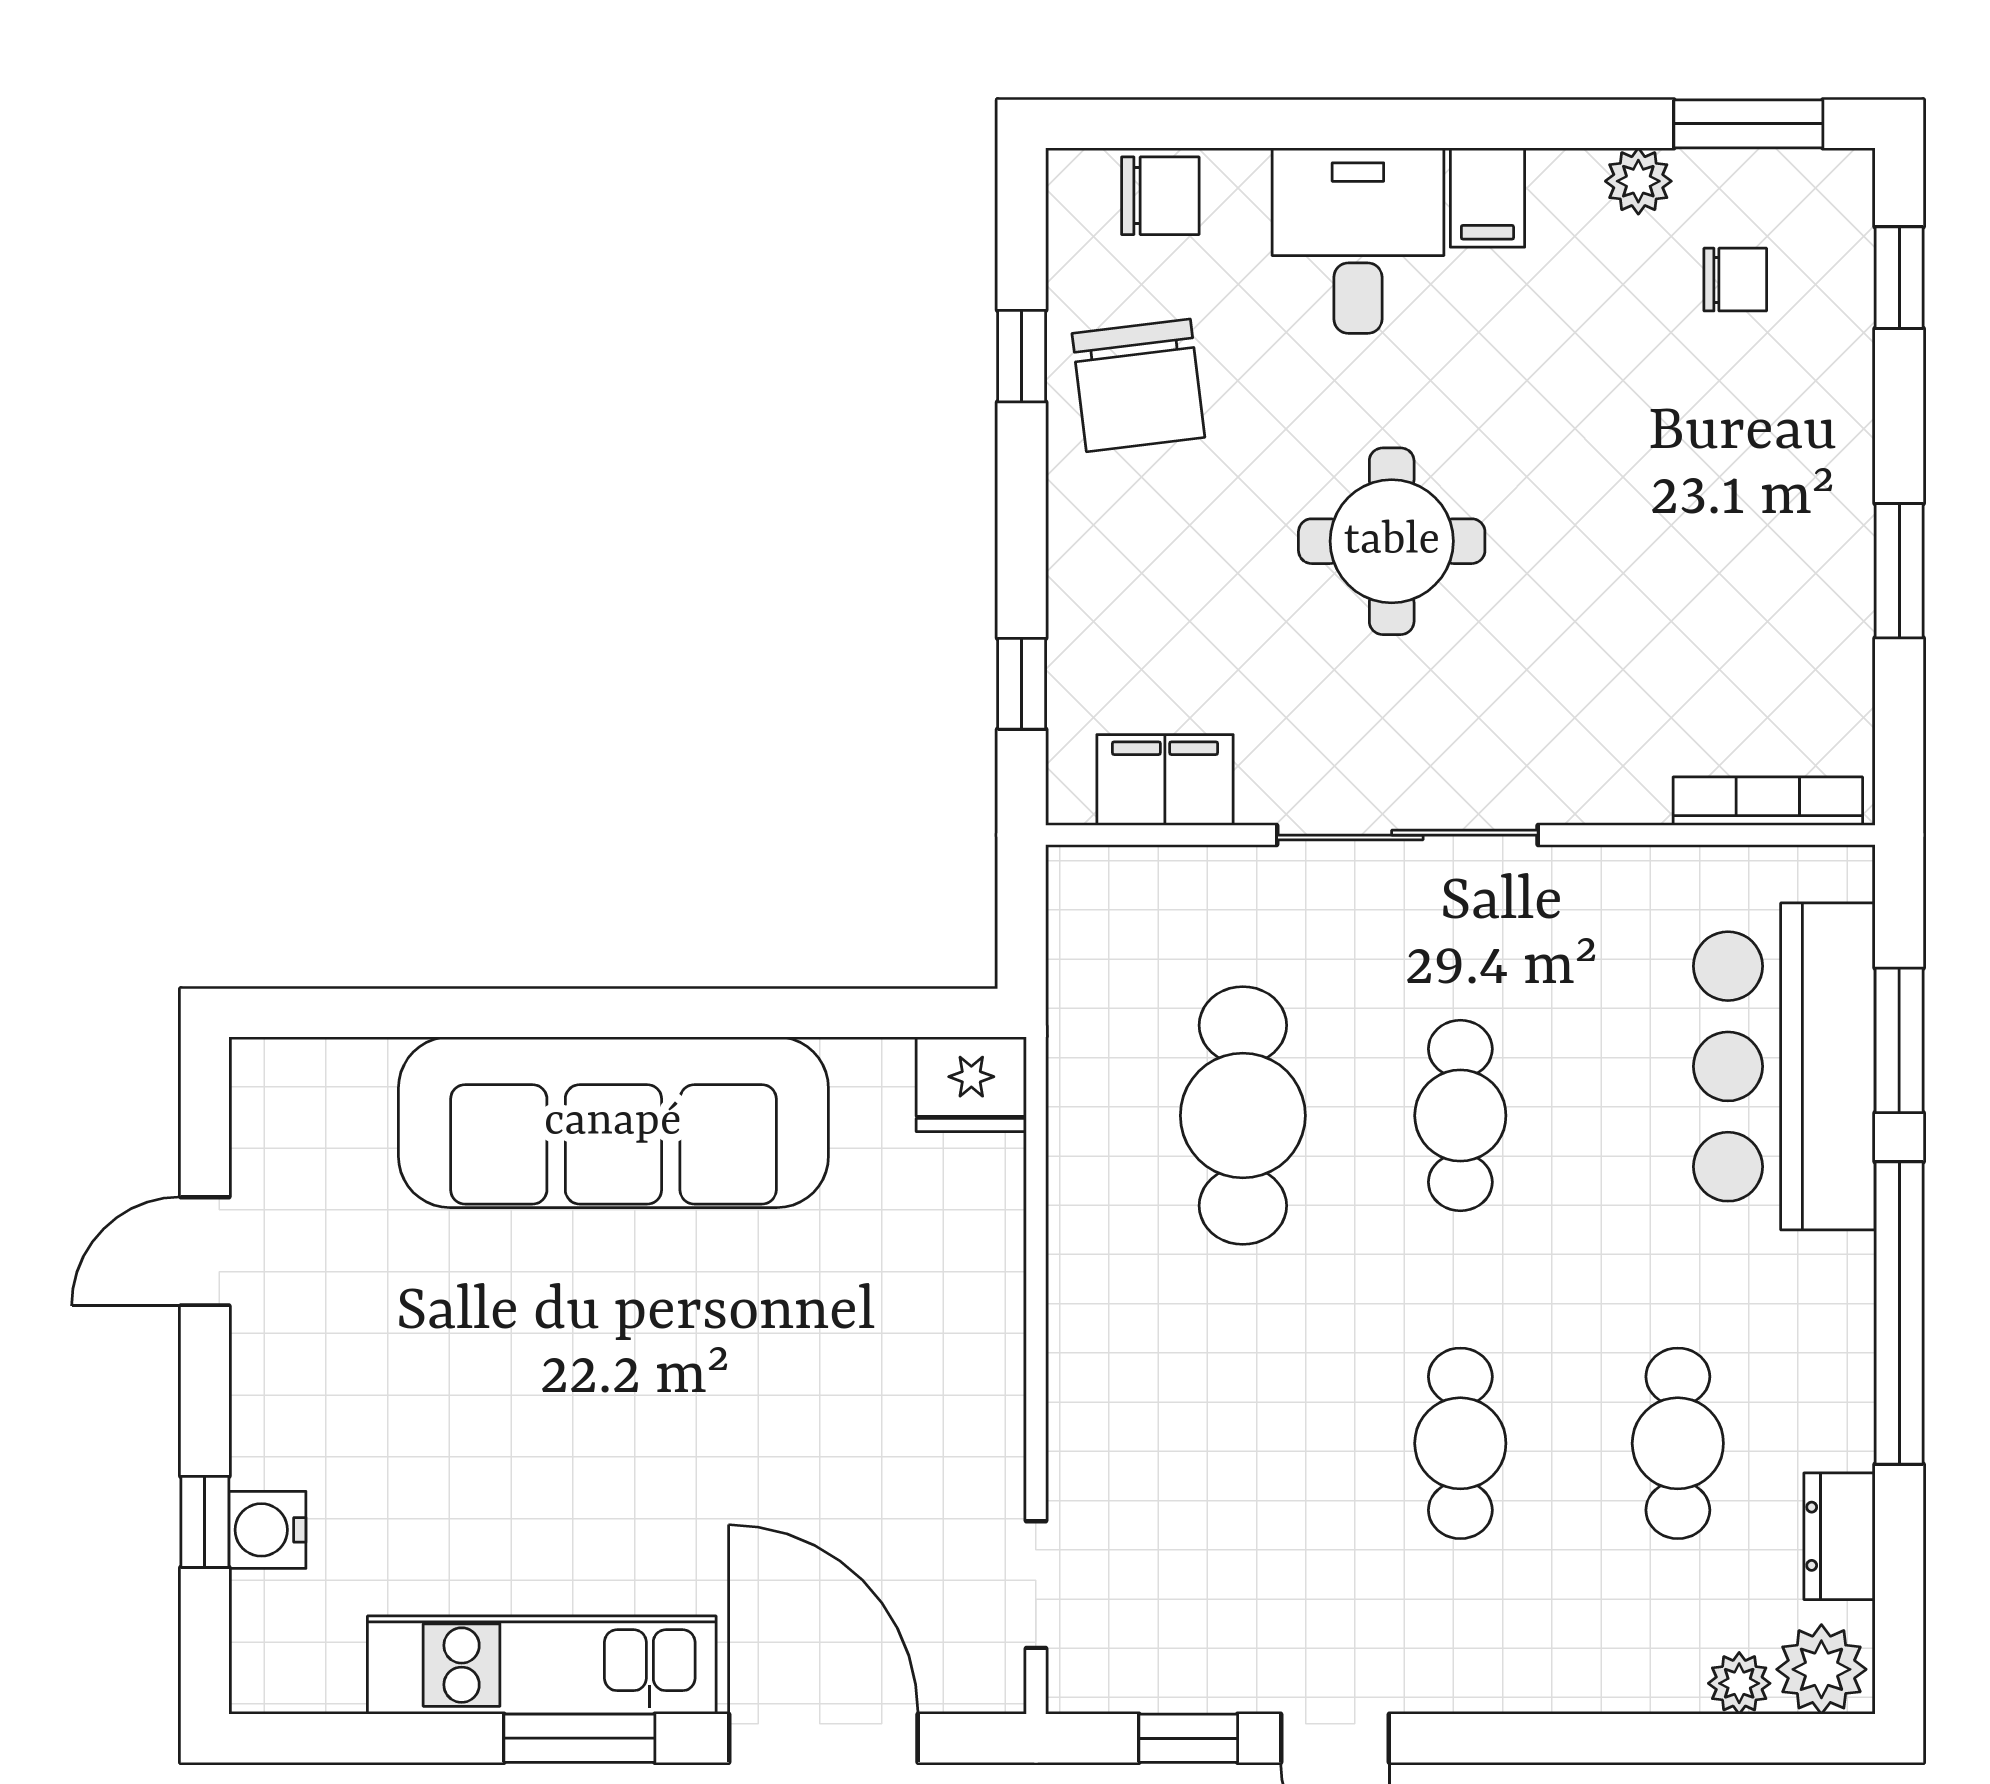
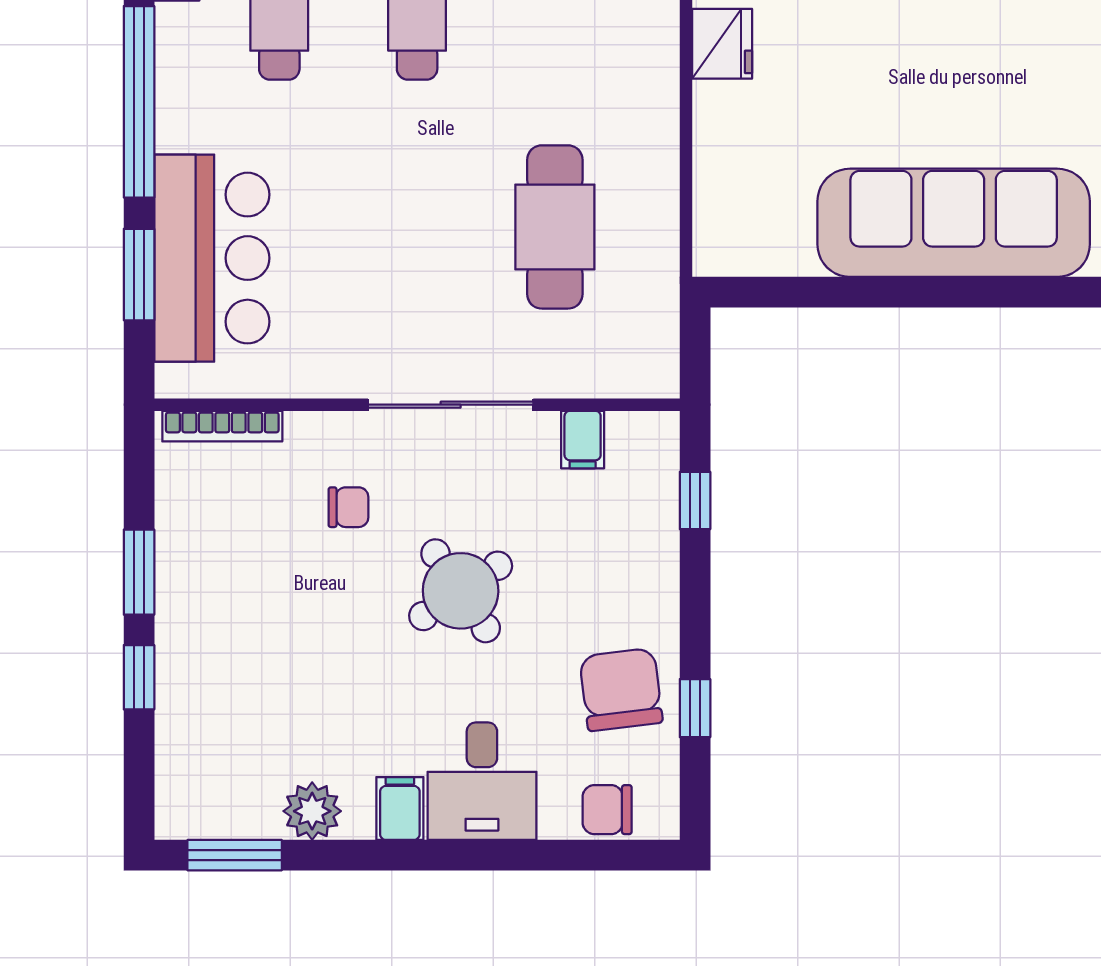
plant: (1638, 181) -> (312, 811), width x1.38, depth x1.38
window: (1899, 278) -> (139, 677), moved
chair: (1735, 280) -> (348, 507), moved, turned 180
round table: (1392, 541) -> (461, 591), turned -34
filing cabinet: (1165, 780) -> (583, 440), width x0.50
fridge: (971, 1084) -> (722, 44), moved, turned 90
cafe table: (1460, 1116) -> (417, 227), removed

